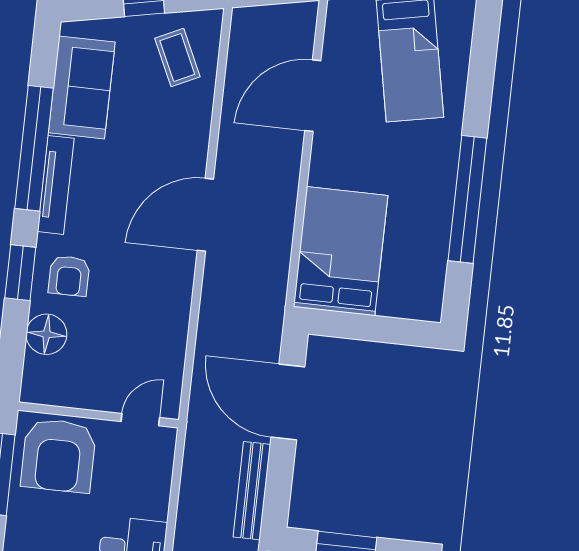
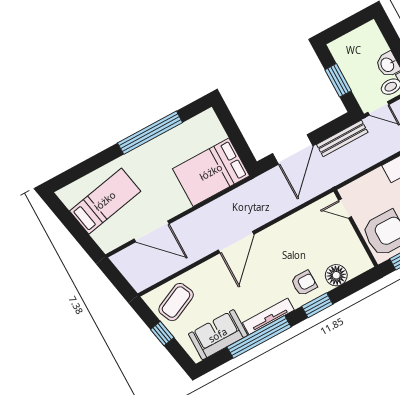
coffee table: (177, 57) -> (176, 302), width x1.36, depth x1.30
door: (205, 215) -> (236, 242), hinge flipped

